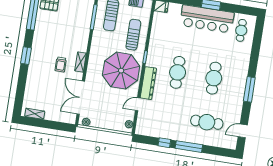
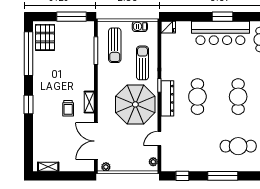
dresser: (148, 83) -> (167, 98), moved
window: (164, 143) -> (182, 176), moved

